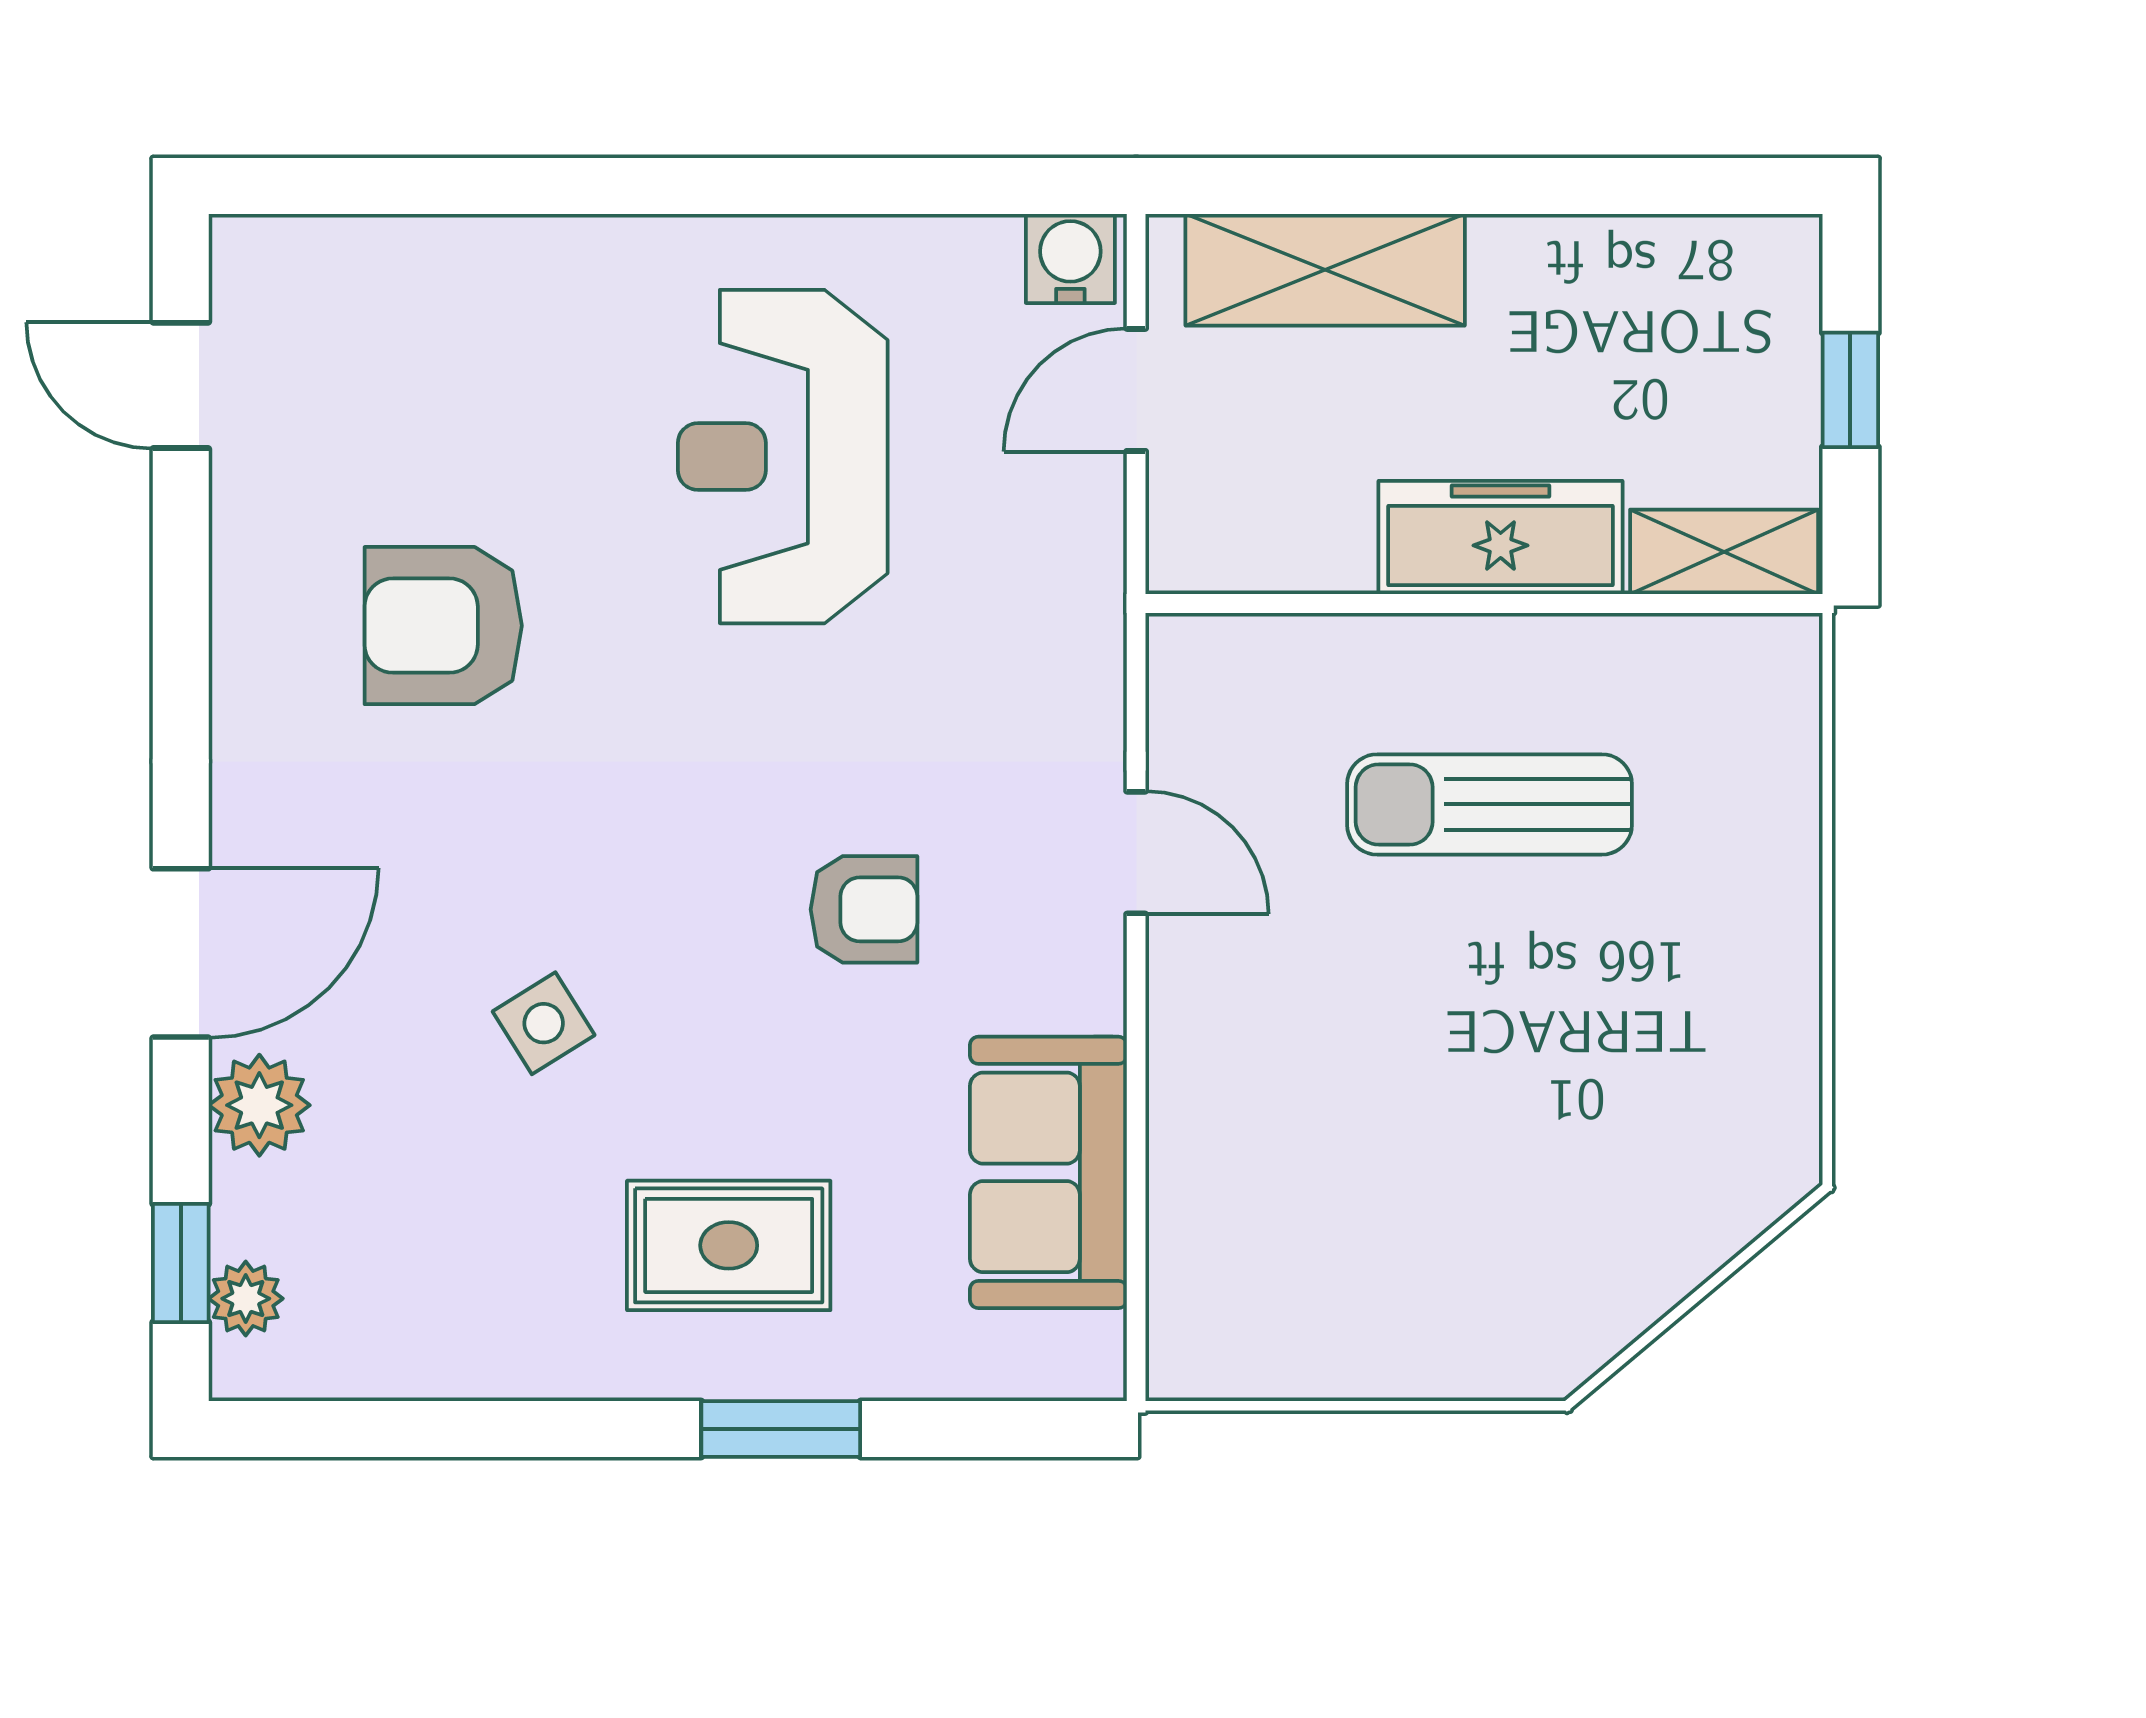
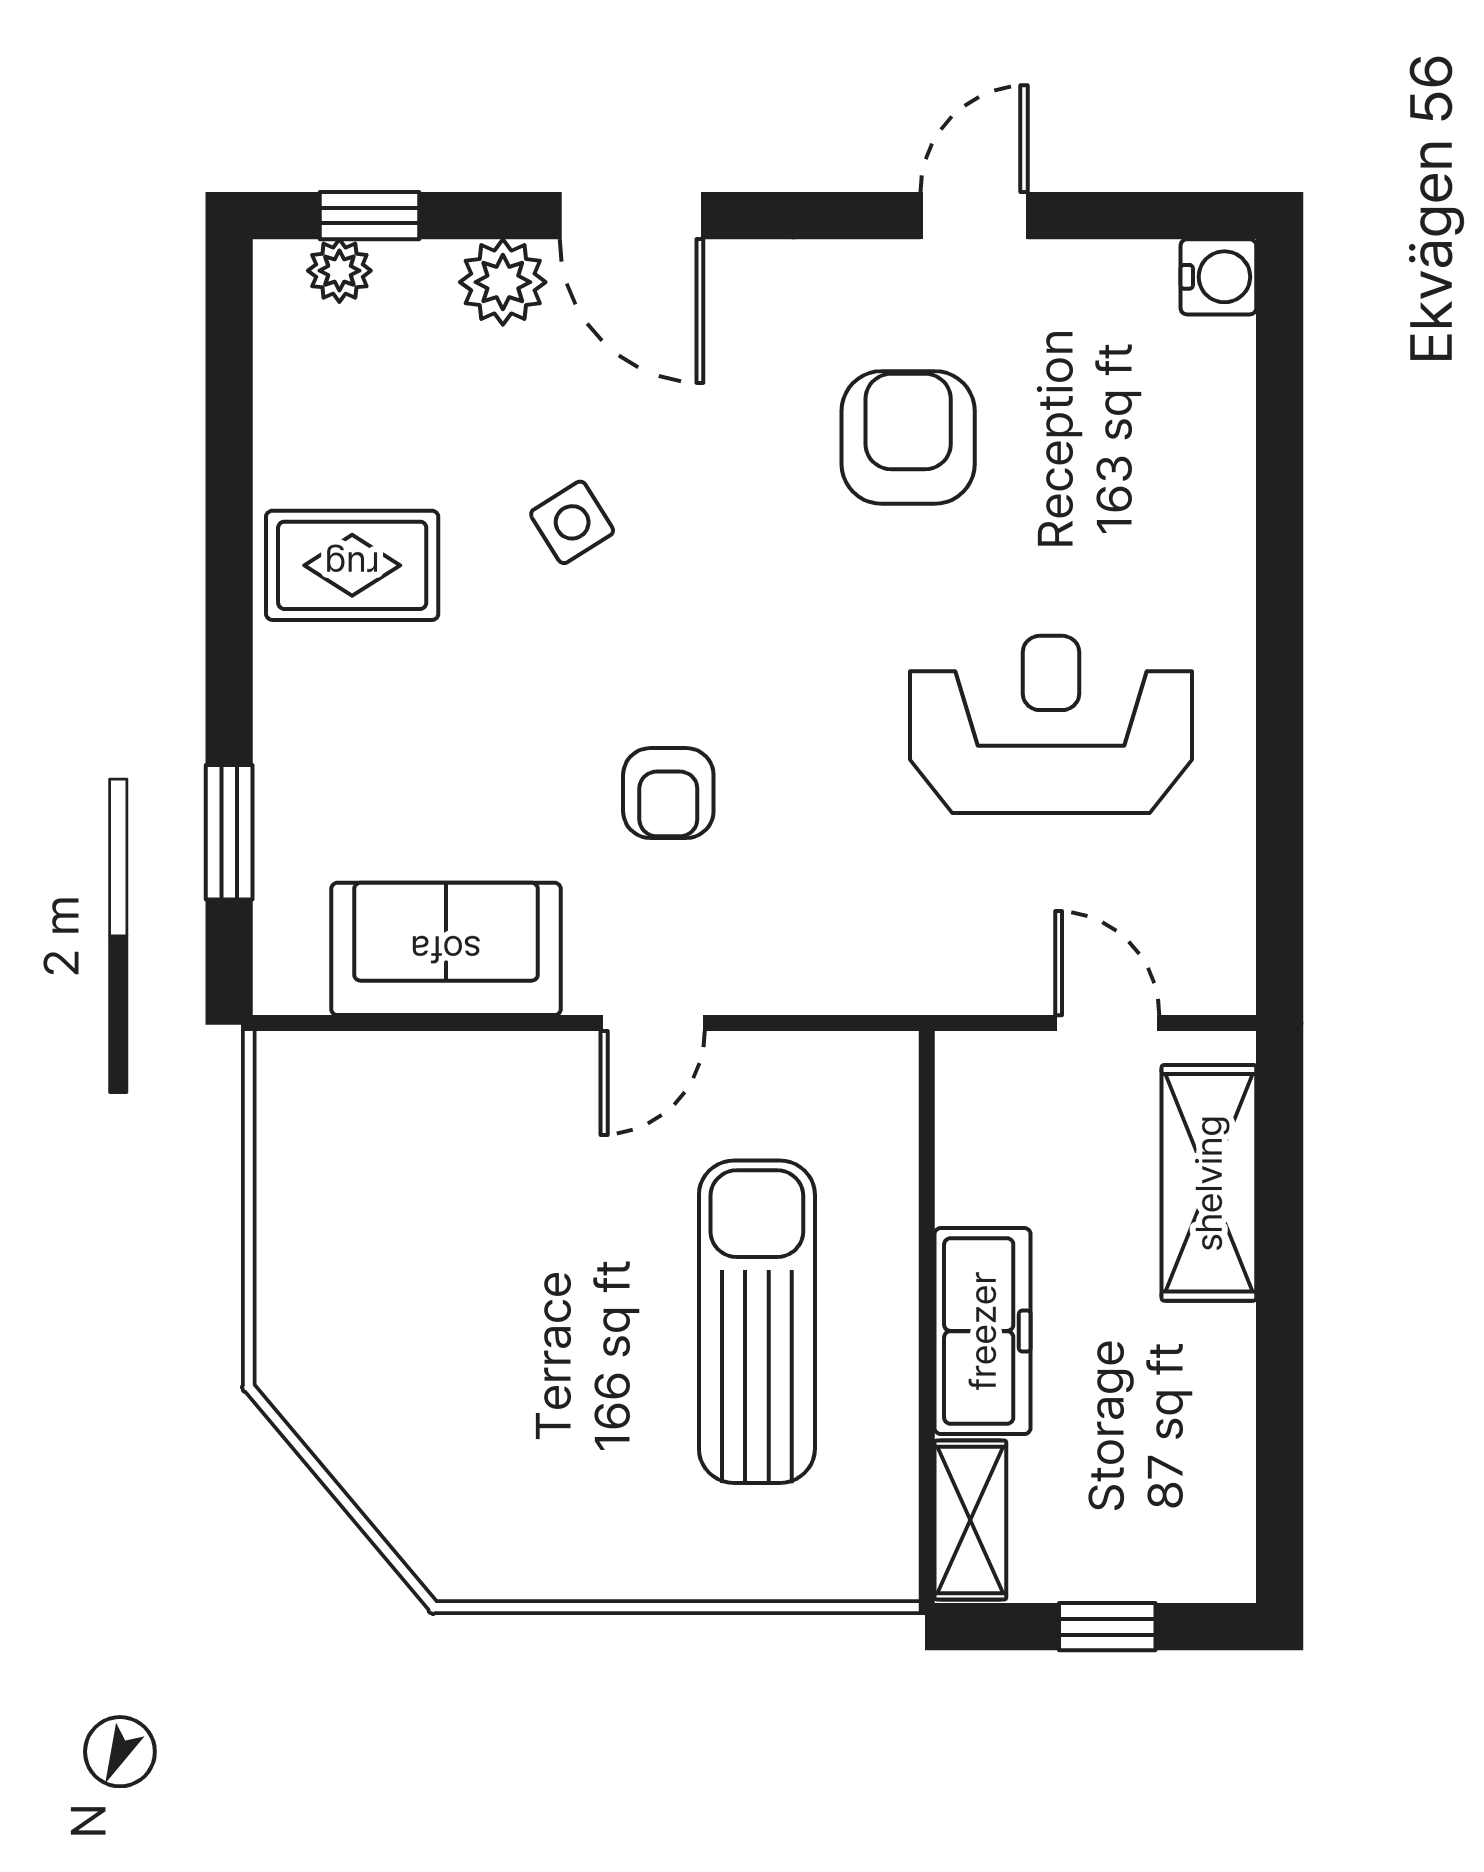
water cooler: (1070, 258) -> (1218, 277), moved
door: (181, 385) -> (974, 216), moved
sun lounger: (1490, 804) -> (757, 1322), width x1.36, depth x1.34
door: (1136, 853) -> (653, 1023), moved
rug: (729, 1245) -> (352, 565), moved, turned 90
window: (781, 1429) -> (229, 832), moved

